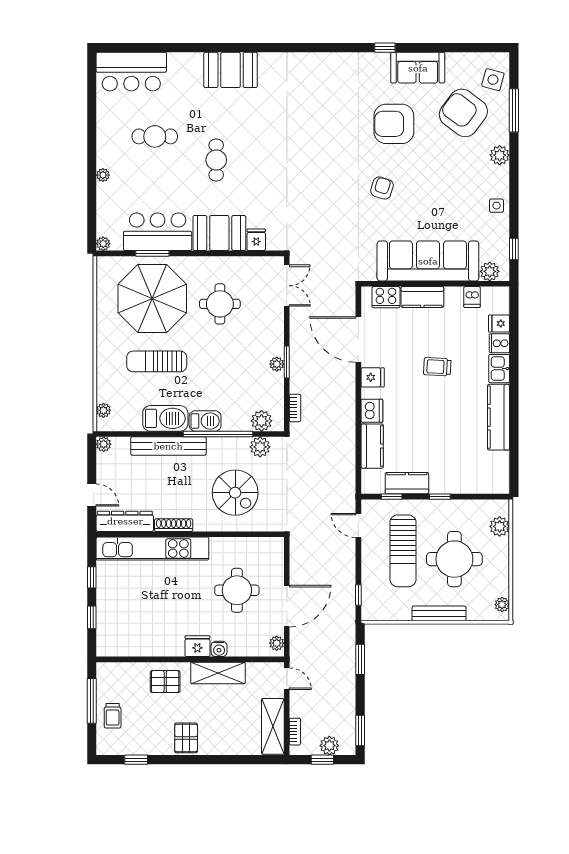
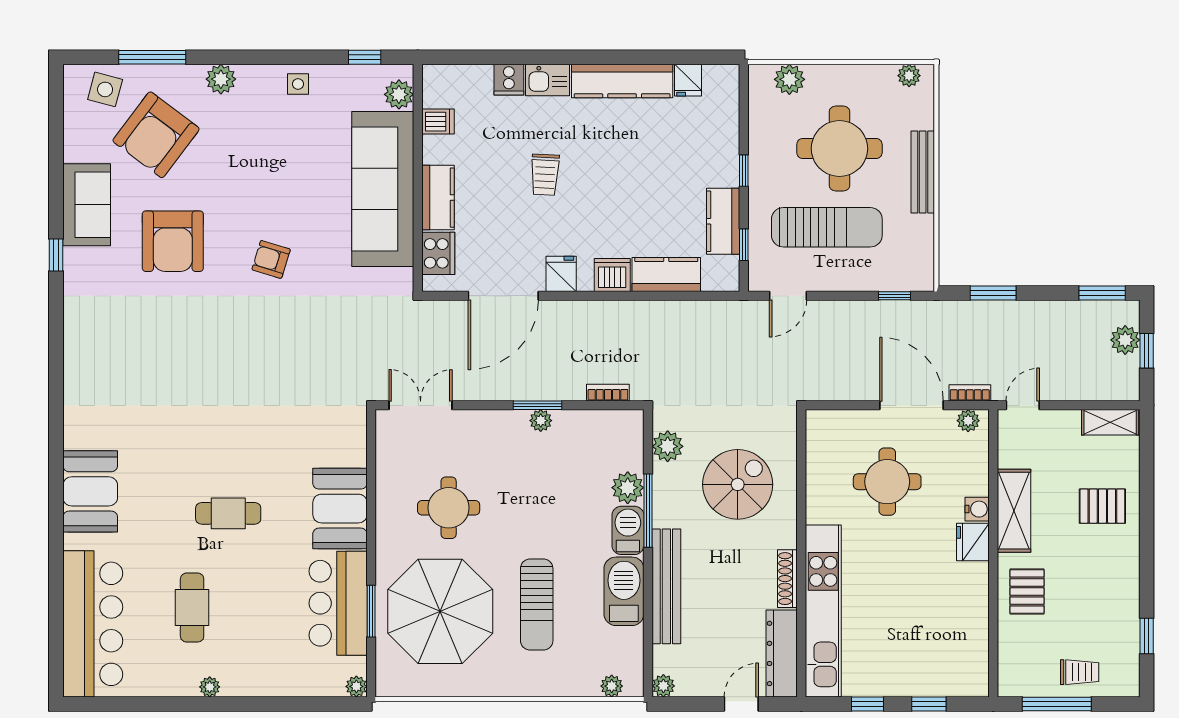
bar counter: (131, 72) -> (93, 624), width x1.36
plant: (103, 175) -> (210, 687), moved
fridge: (256, 240) -> (350, 452), removed
fridge: (499, 323) -> (688, 80), moved
plant: (261, 421) -> (628, 488), moved
window: (218, 434) -> (648, 511), width x0.68
shelving: (273, 726) -> (1110, 422), width x0.67, depth x0.75
bookcase: (295, 732) -> (970, 393), moved
pallet: (186, 738) -> (1102, 506), moved

